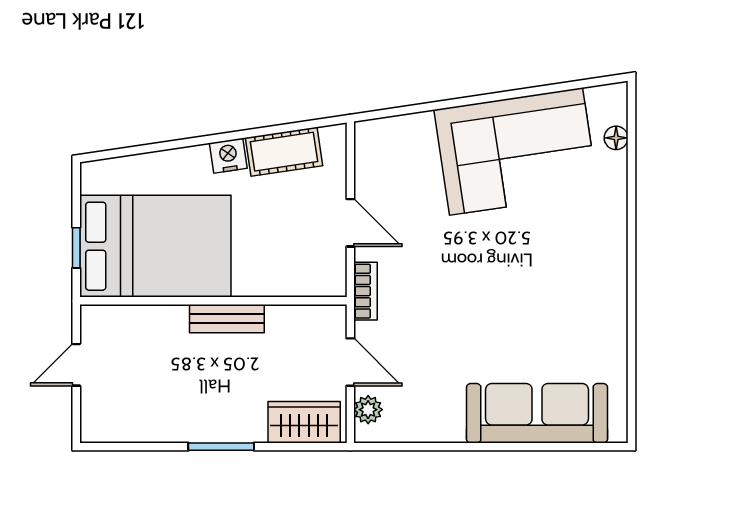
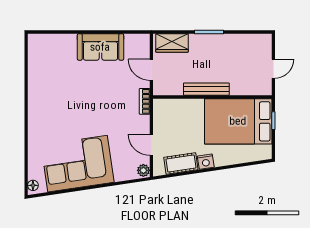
floor lamp: (616, 138) -> (33, 185), moved
door: (350, 223) -> (151, 145), moved
bench: (227, 319) -> (206, 89), width x1.36
plant: (368, 410) -> (143, 170), moved
sofa: (537, 413) -> (100, 47), moved, width x0.73

